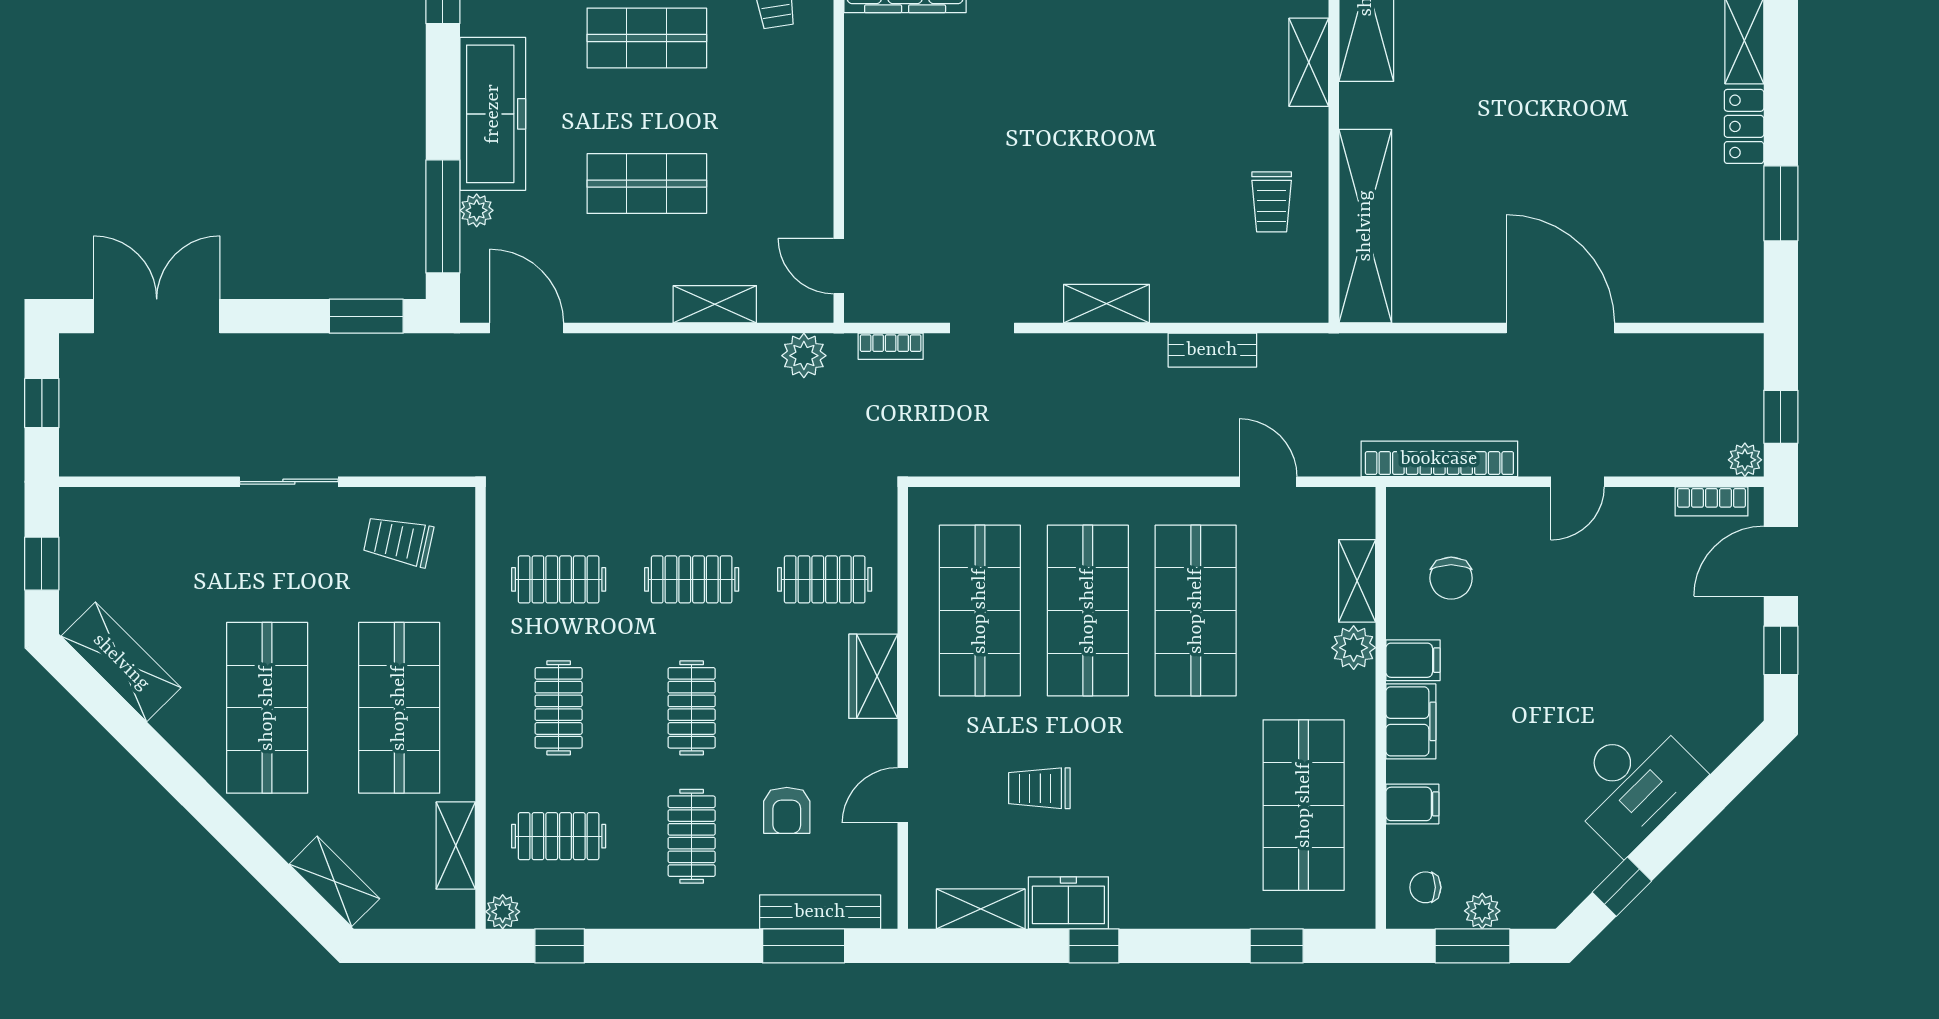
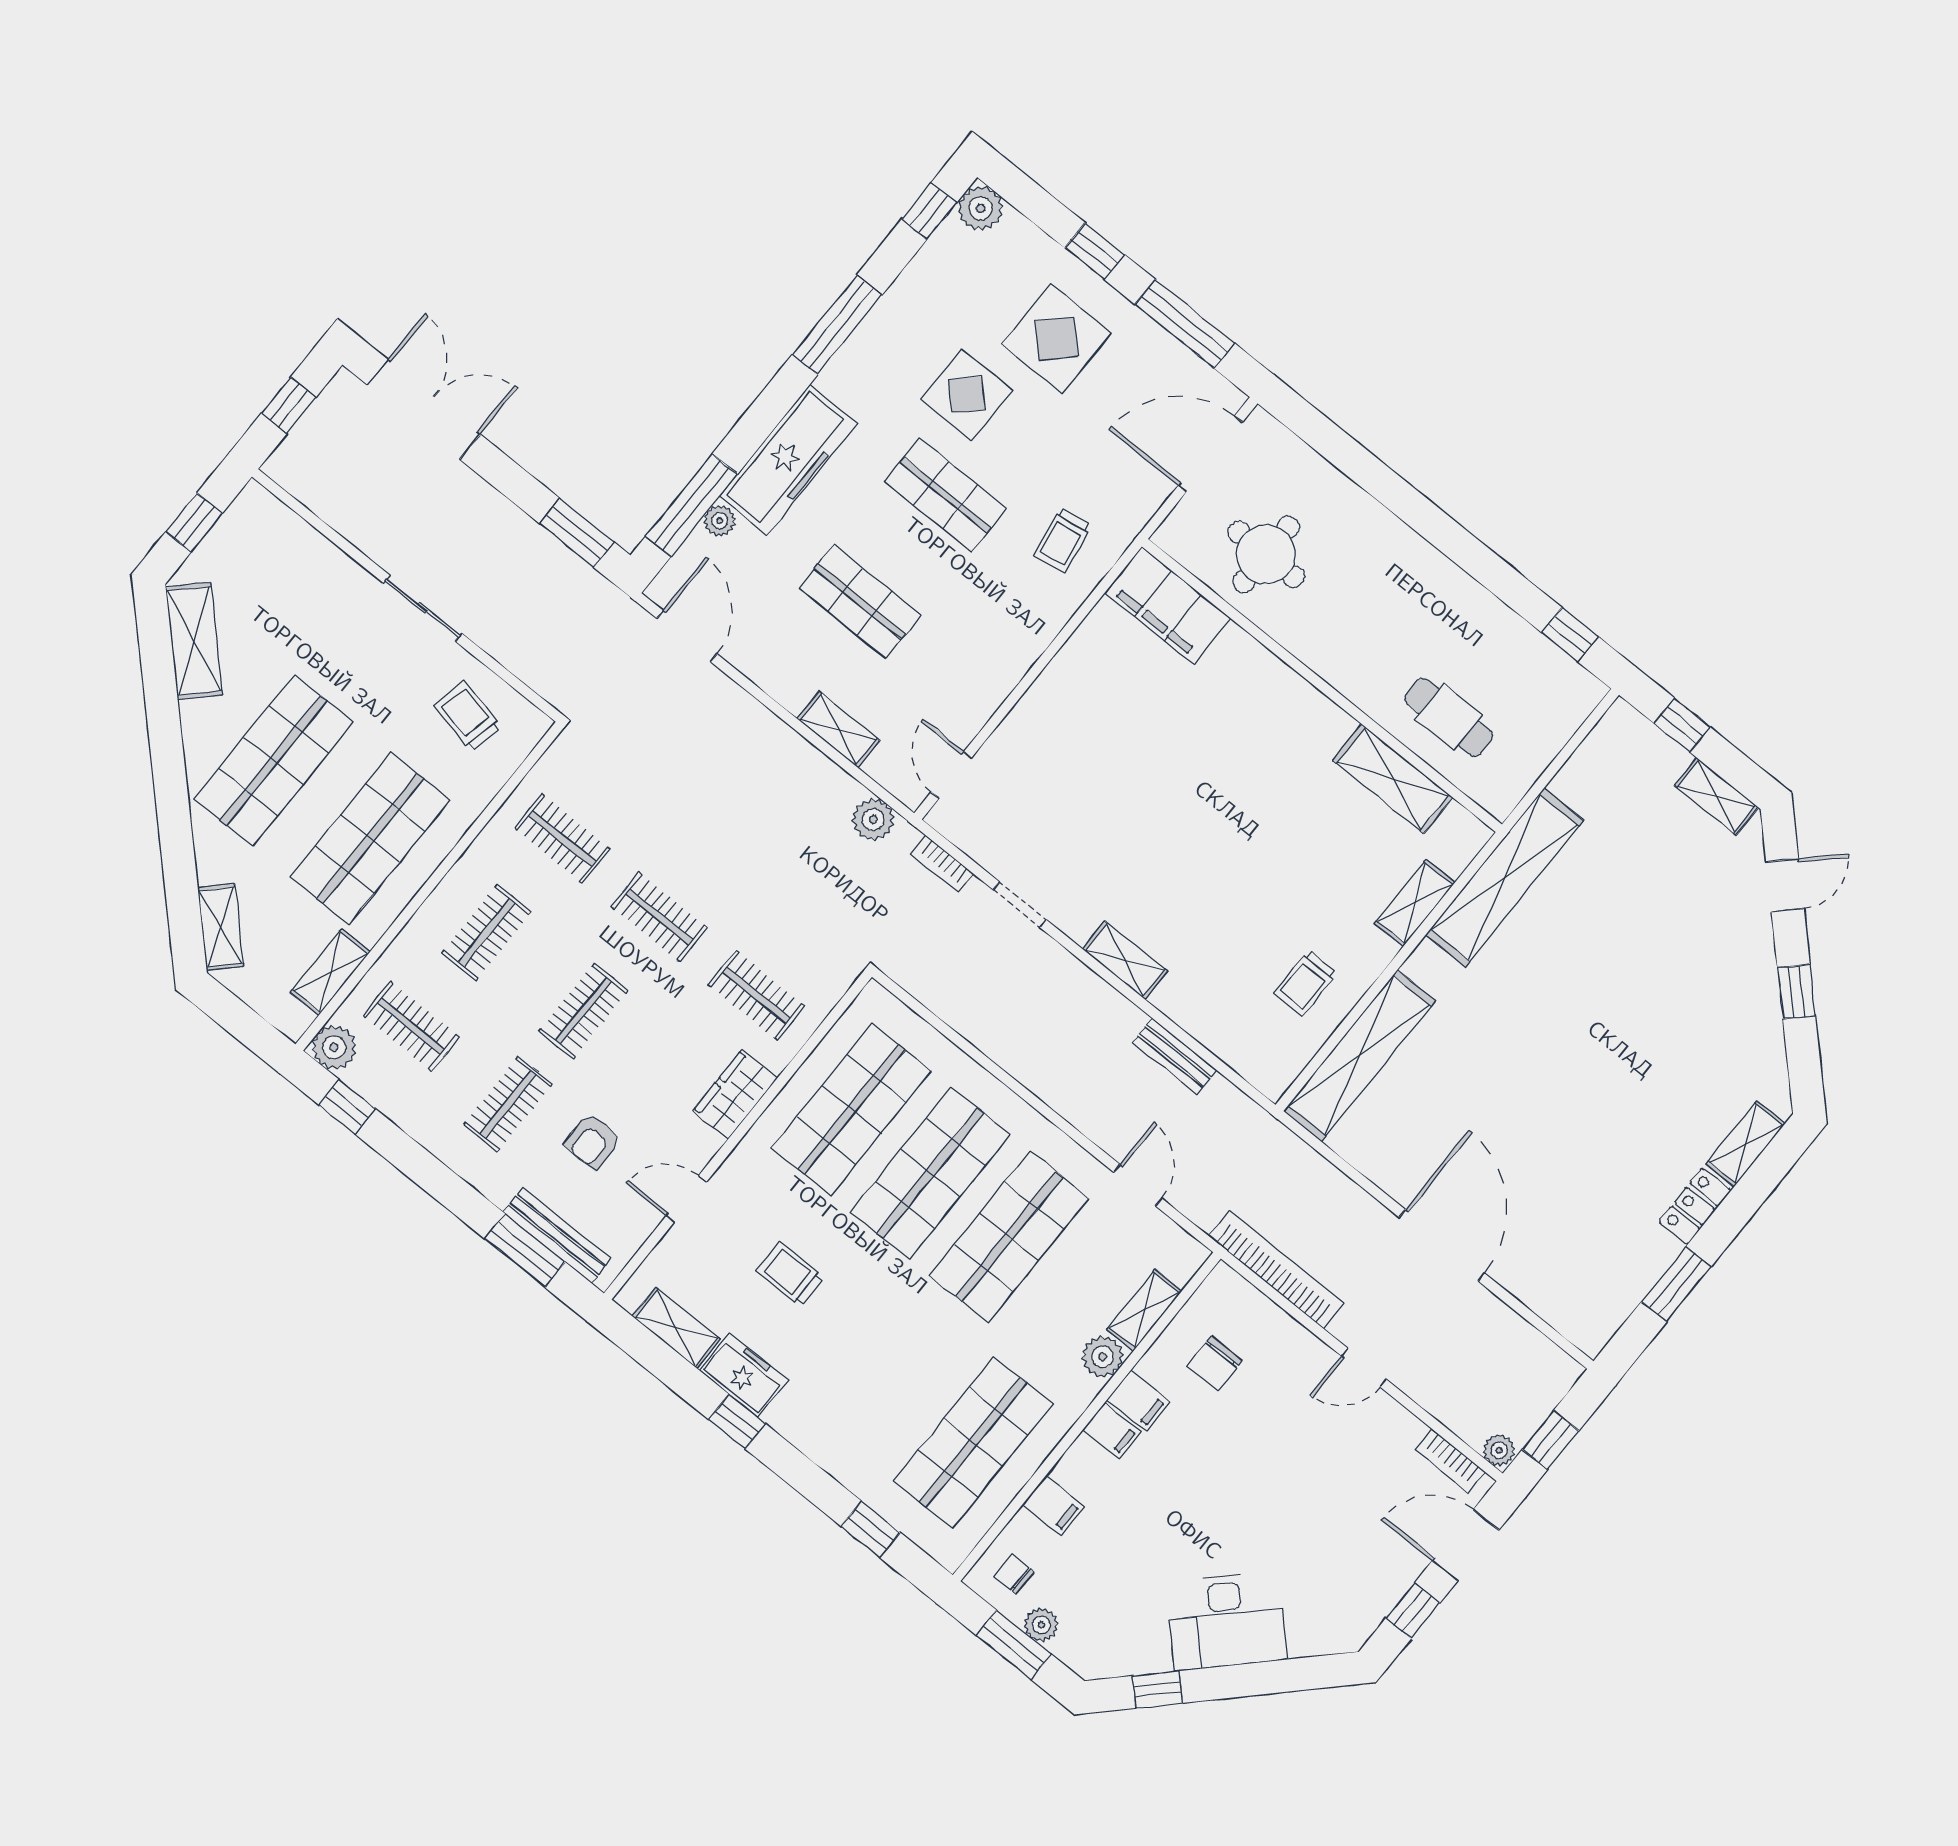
filing cabinet: (1411, 721) -> (1112, 1431), width x0.50
plant: (503, 912) -> (334, 1047), width x1.38, depth x1.38

